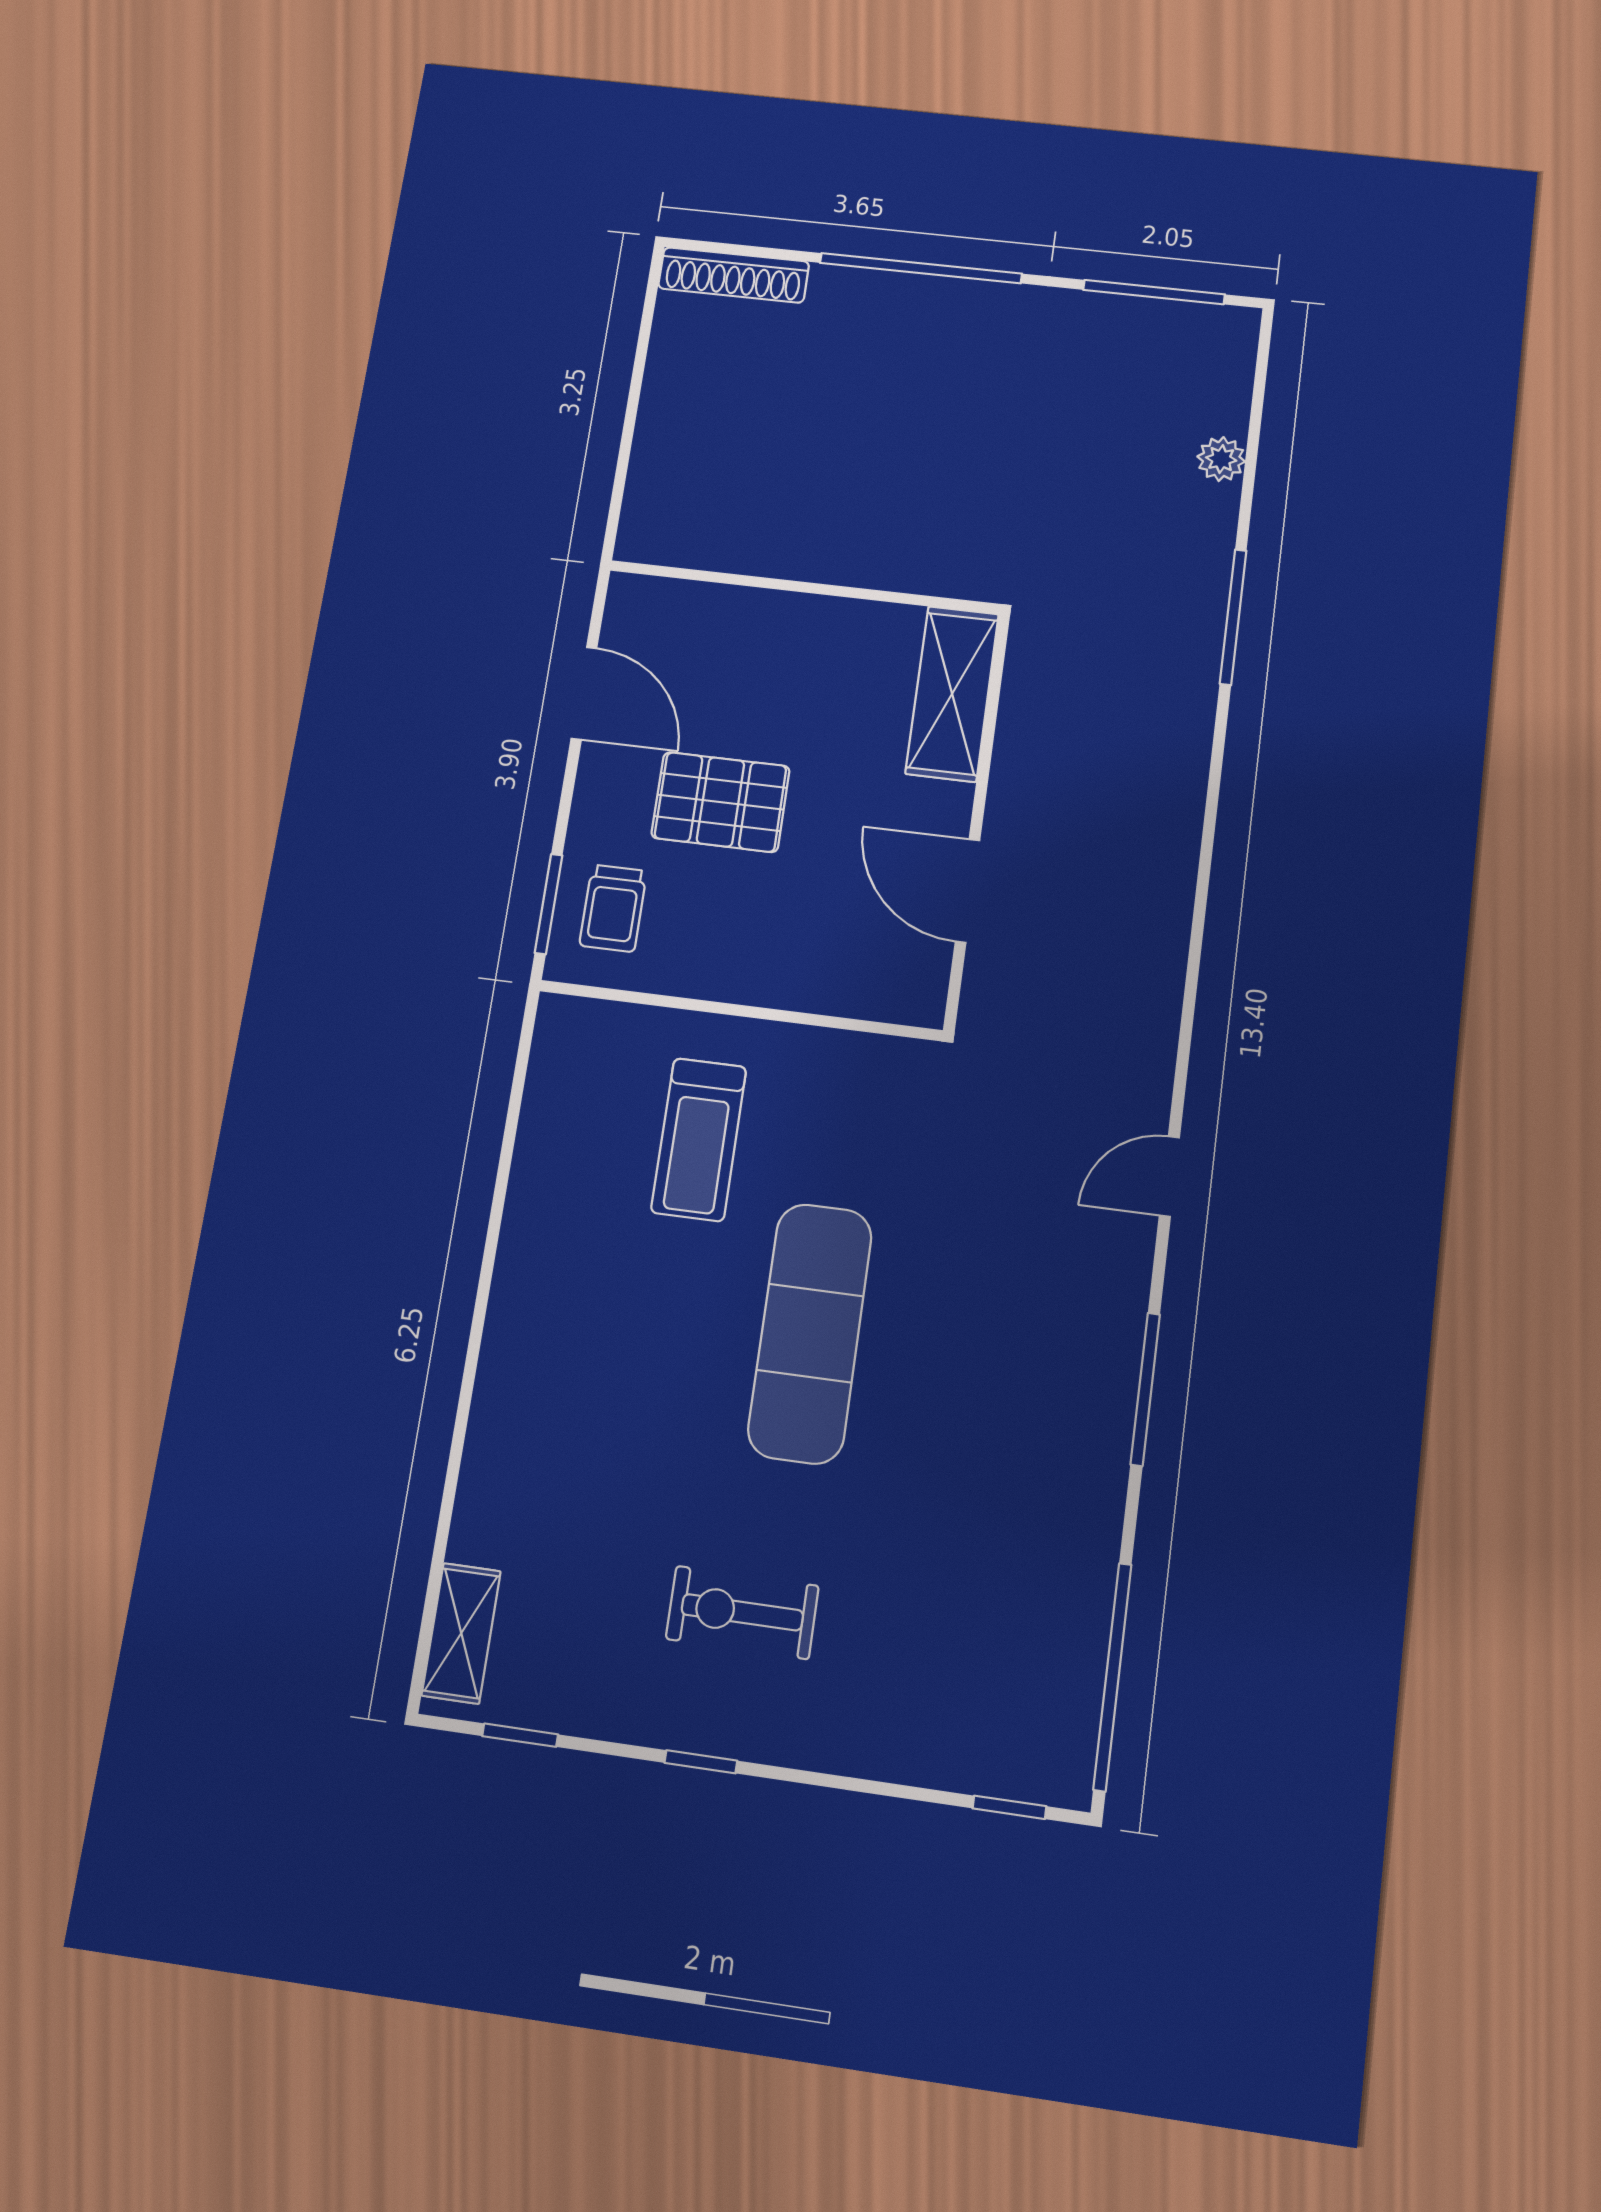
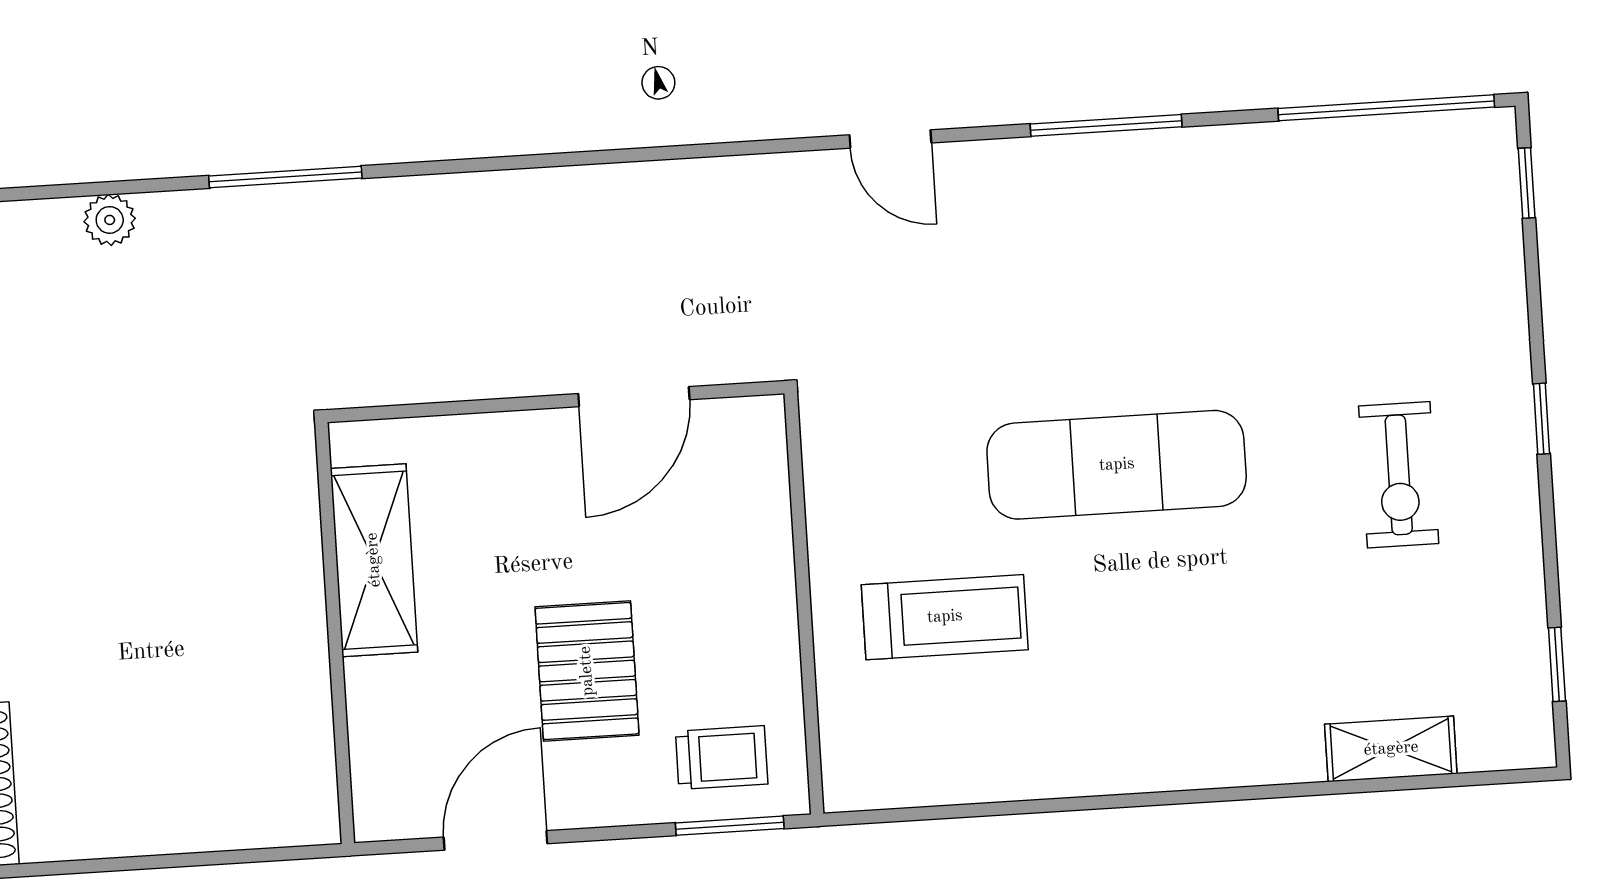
shelving: (952, 694) -> (374, 560), moved, turned 90
shelving: (461, 1633) -> (1391, 749), moved
window: (701, 1762) -> (1541, 419), moved

